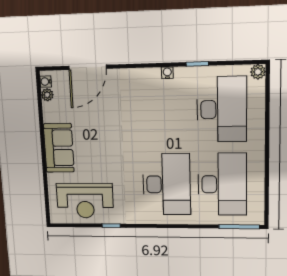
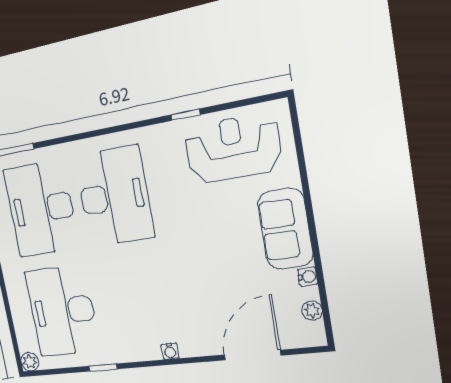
water cooler: (167, 73) -> (170, 351), moved
water cooler: (46, 82) -> (308, 277), moved
desk: (167, 184) -> (114, 197), turned 180

